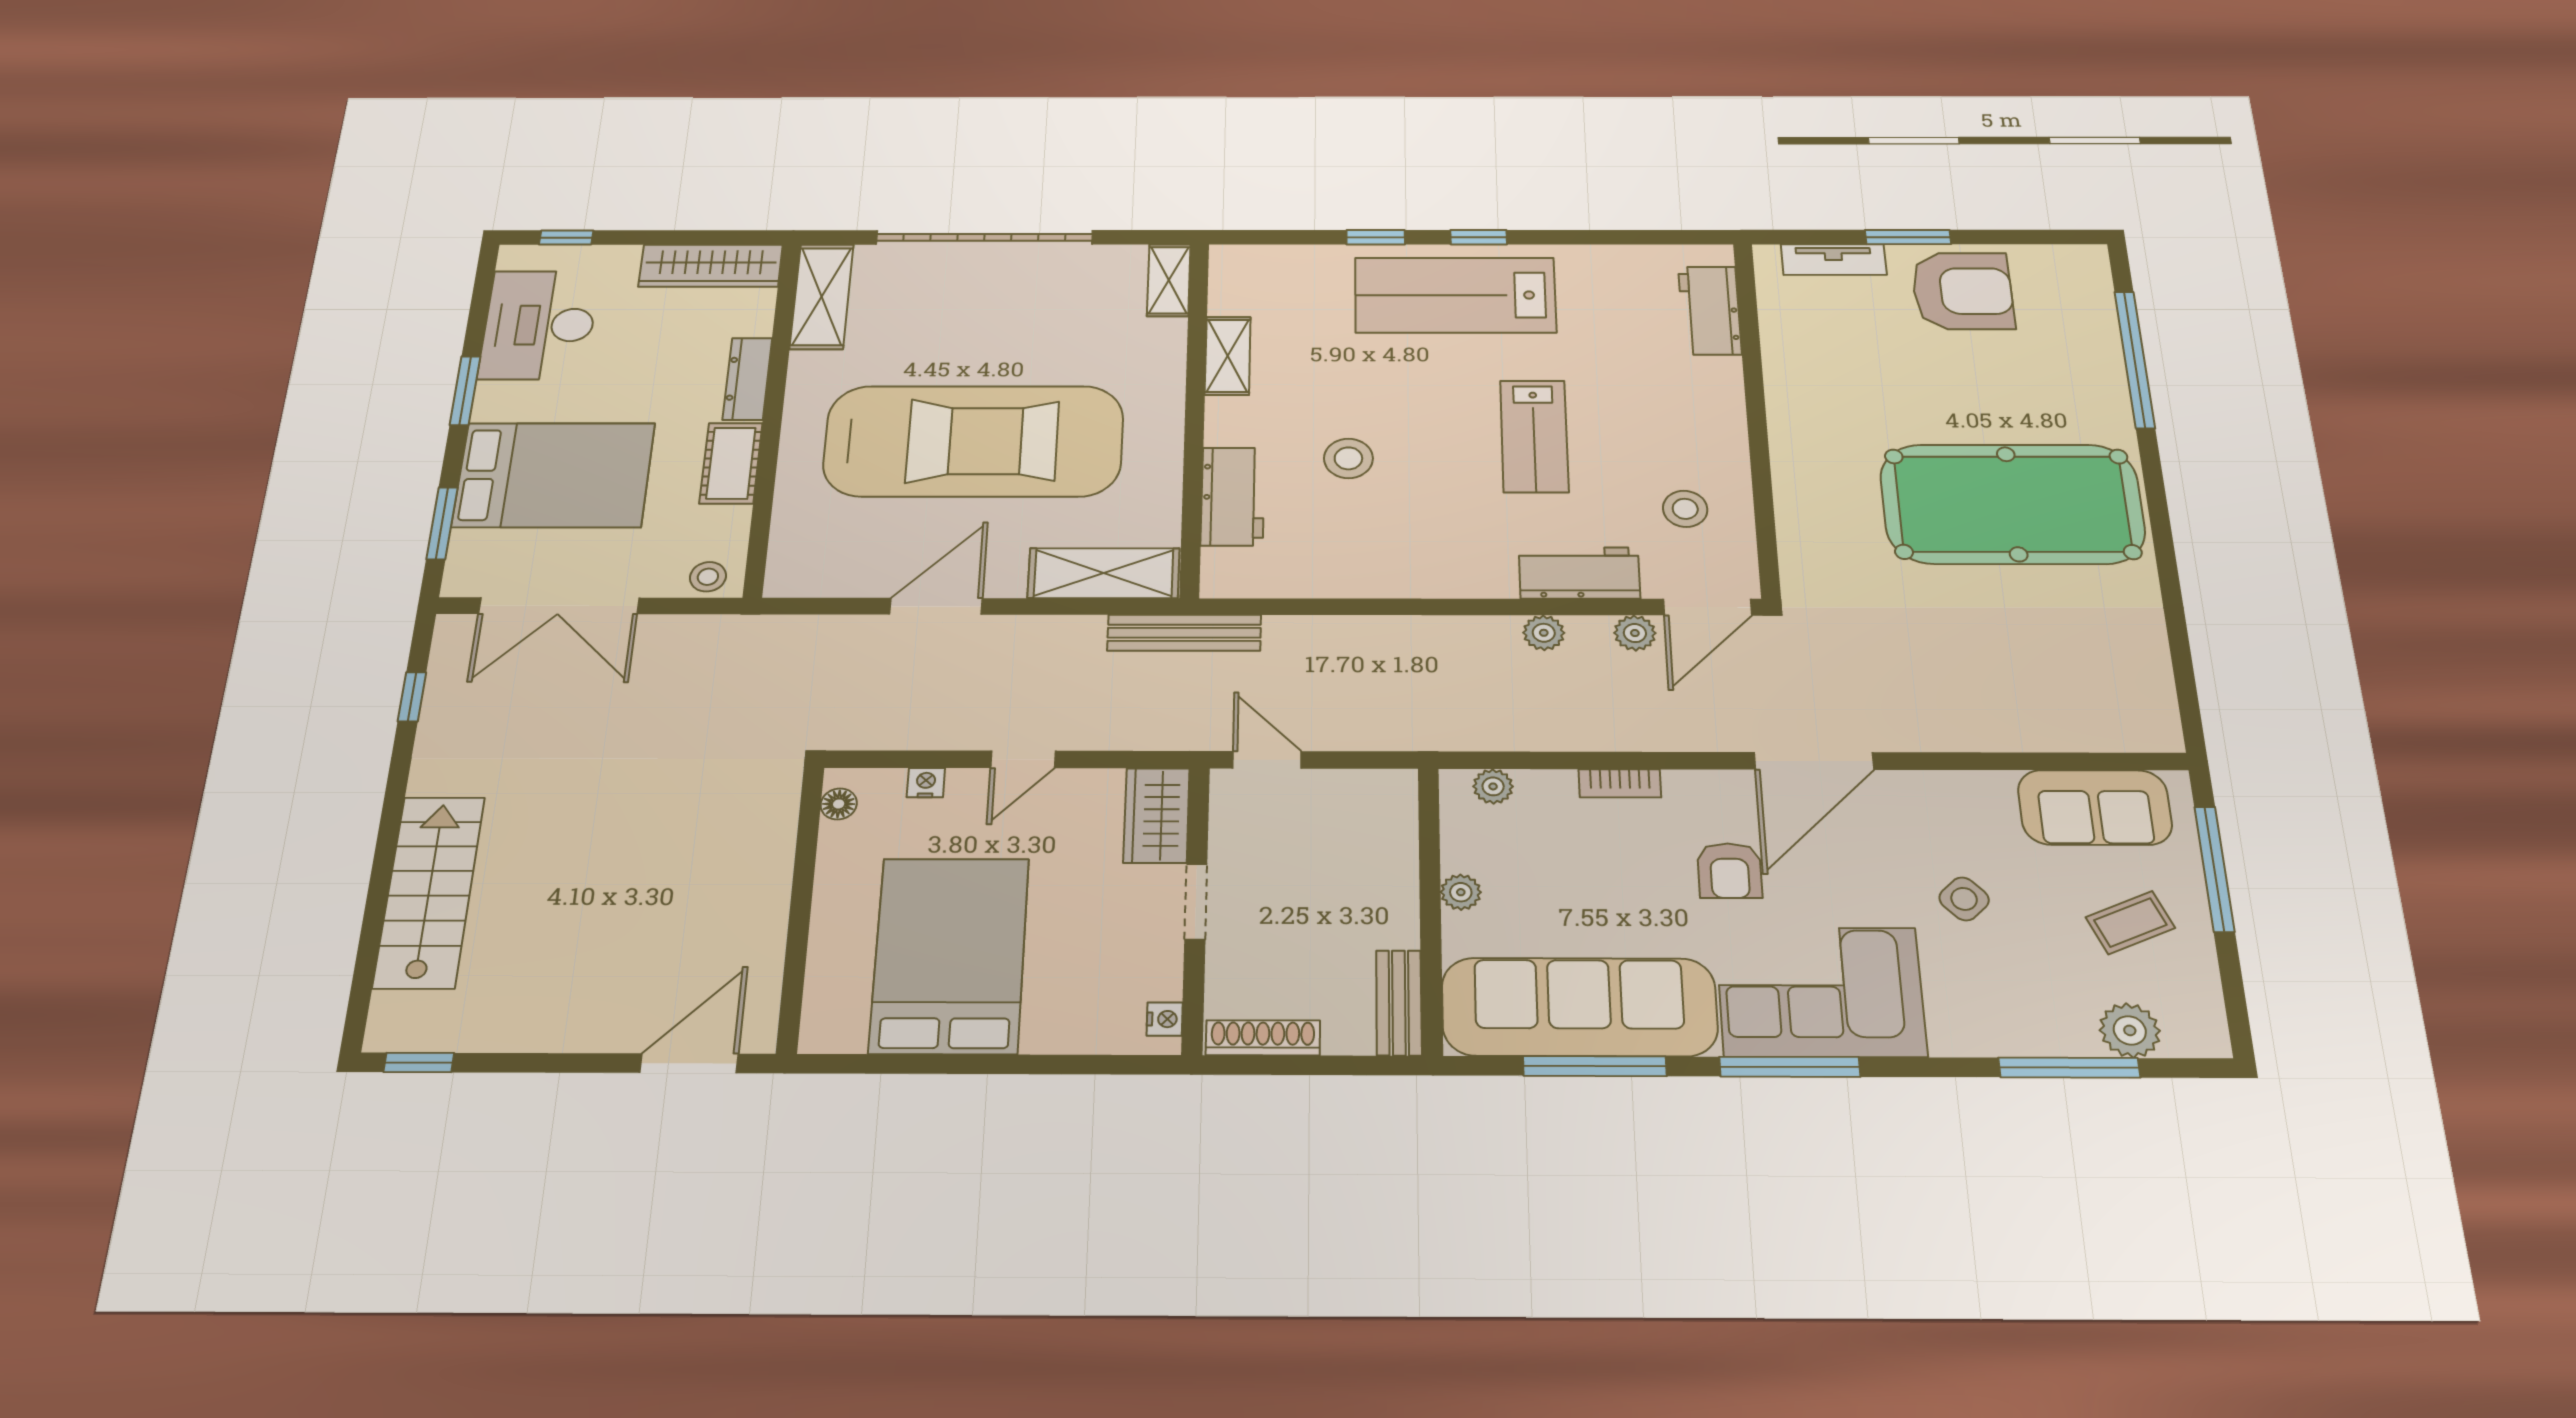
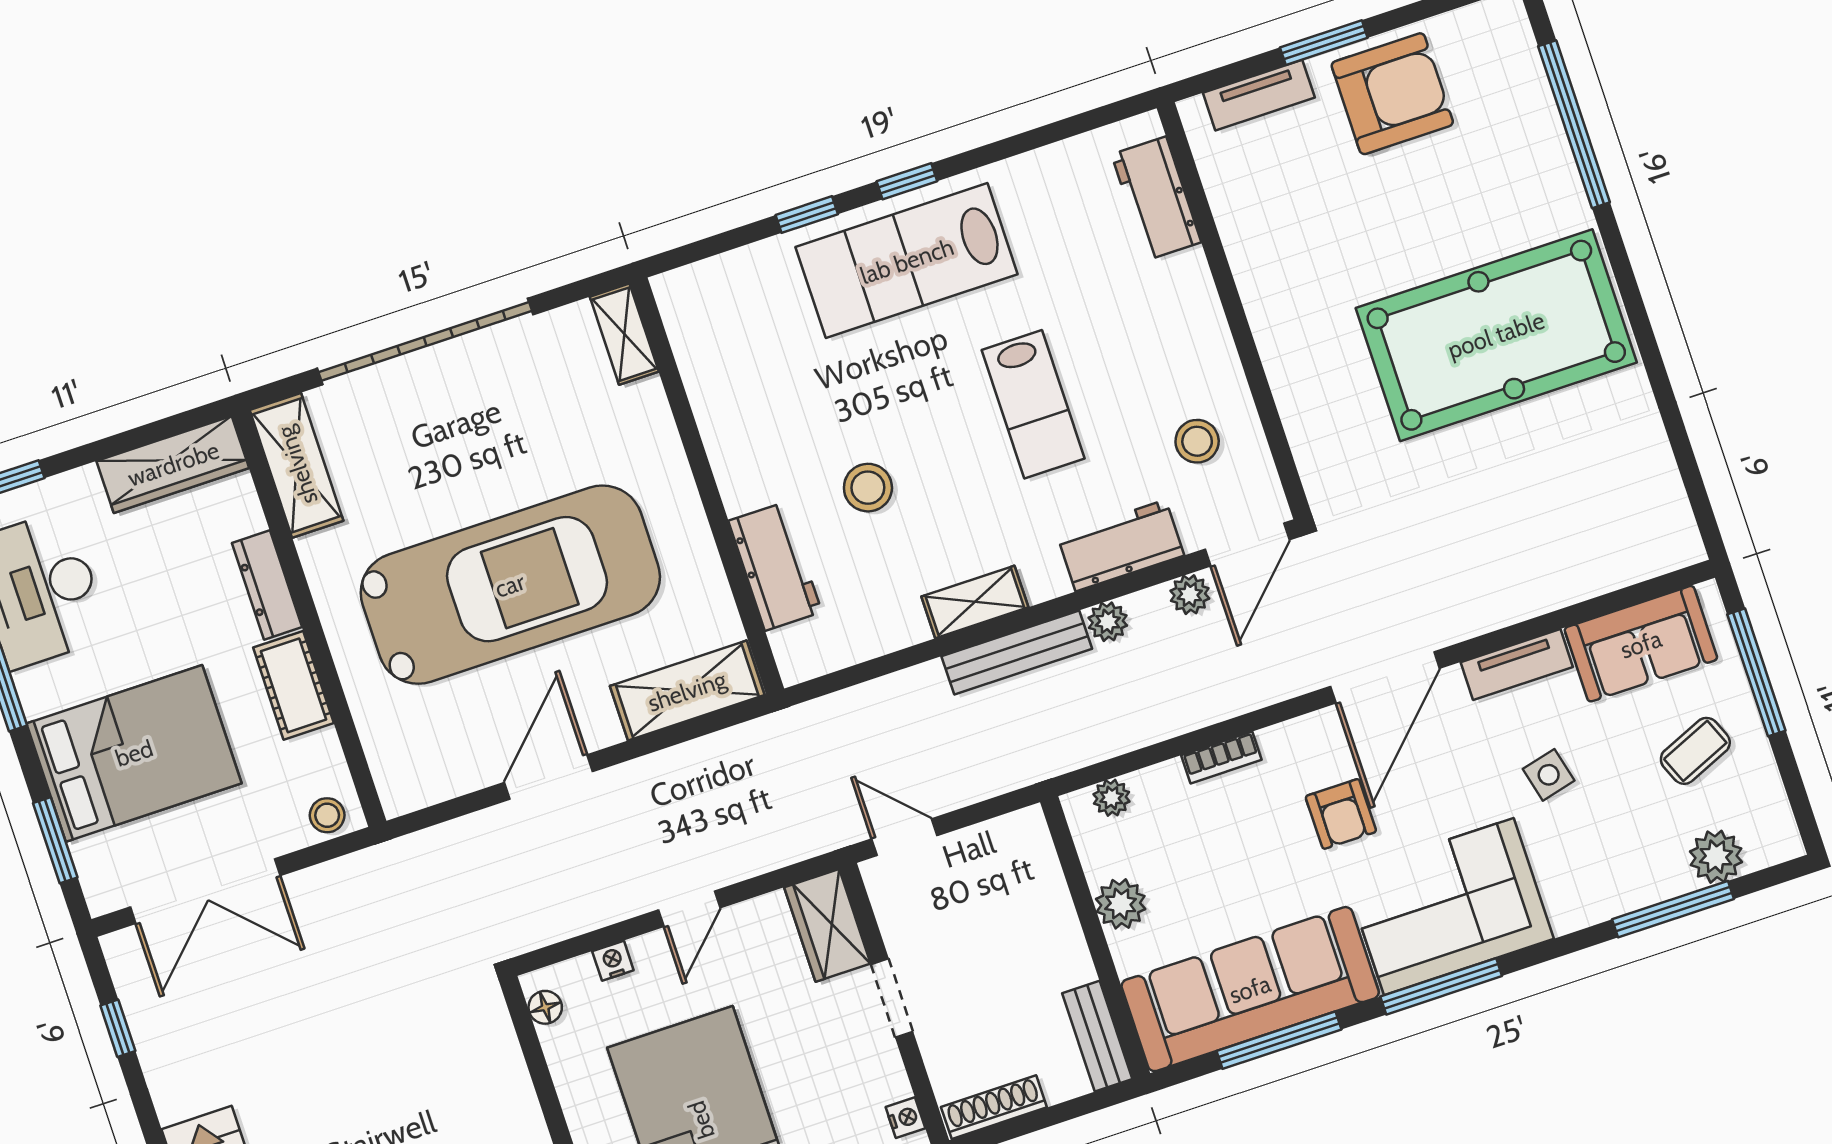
shelving: (1228, 356) -> (975, 602), moved, turned 90
bench: (1184, 633) -> (1017, 653), moved
tv unit: (1957, 789) -> (1517, 665), added
plant: (1461, 892) -> (1121, 904), width x1.38, depth x1.38
side table: (1964, 899) -> (1549, 775), turned 30

